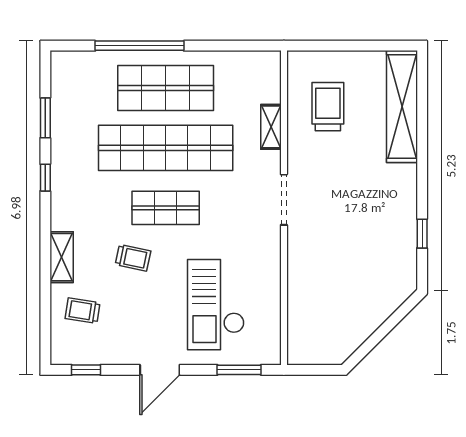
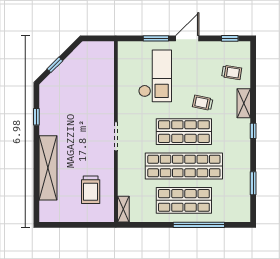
shelving: (402, 107) -> (48, 168), moved
shelving: (271, 127) -> (123, 209), moved
window: (45, 178) -> (253, 131), moved
shop shelf: (166, 208) -> (184, 132), width x1.43, depth x1.36
window: (390, 324) -> (55, 65), added
window: (239, 370) -> (156, 38), moved

